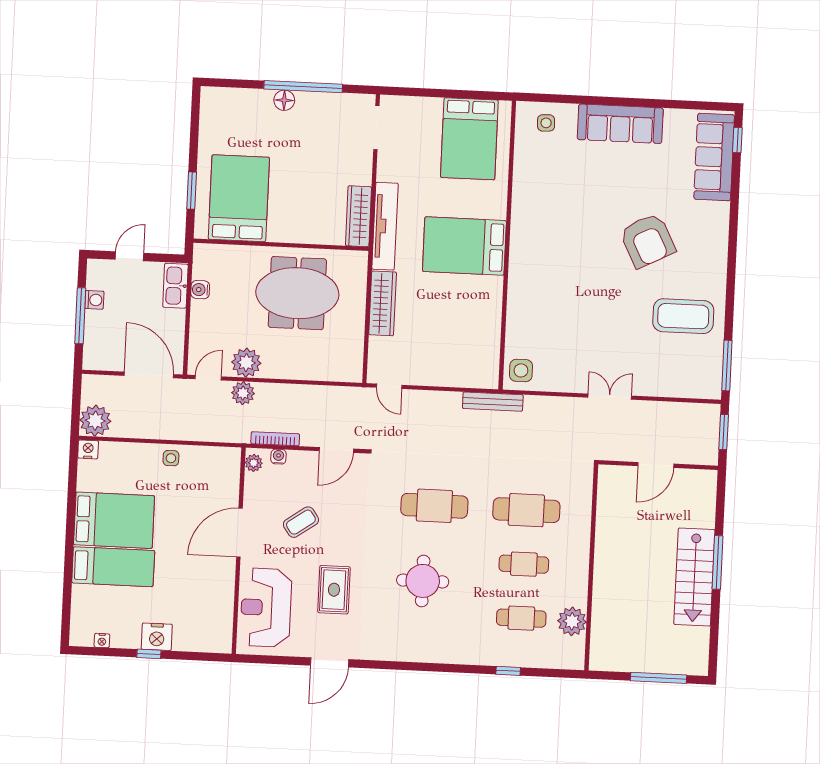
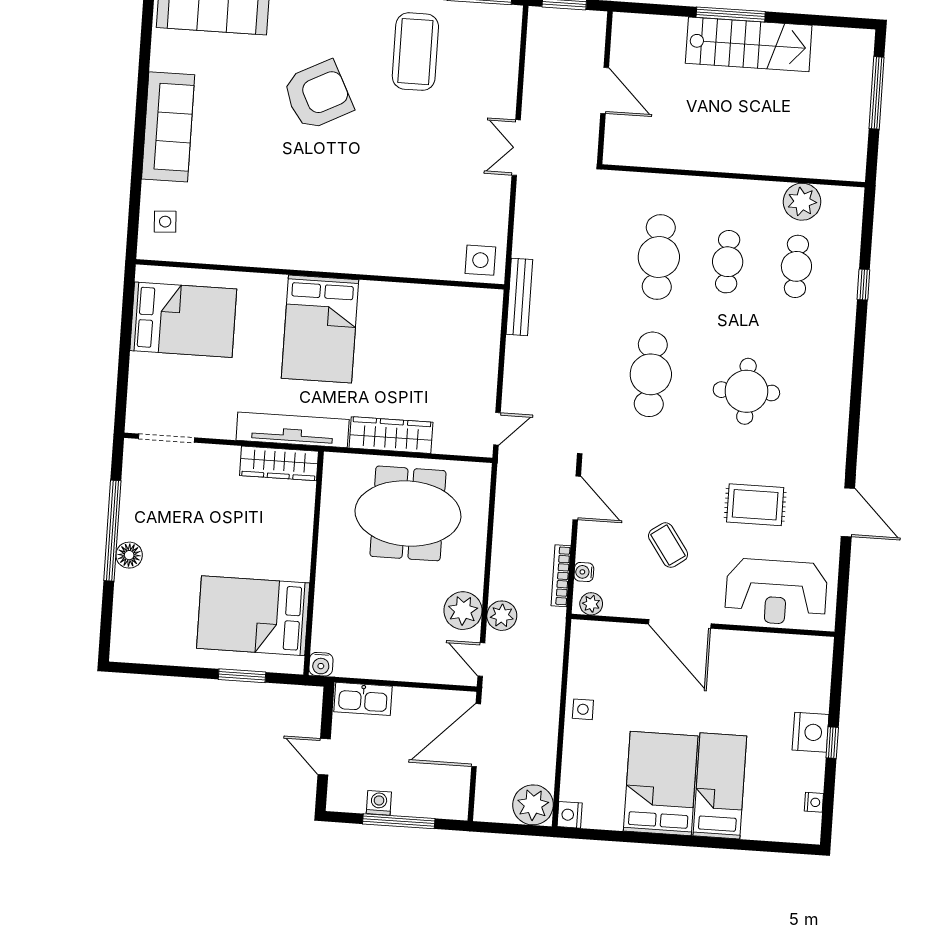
water cooler: (200, 290) -> (321, 664), moved
meeting table: (297, 293) -> (408, 513), moved, turned 90

